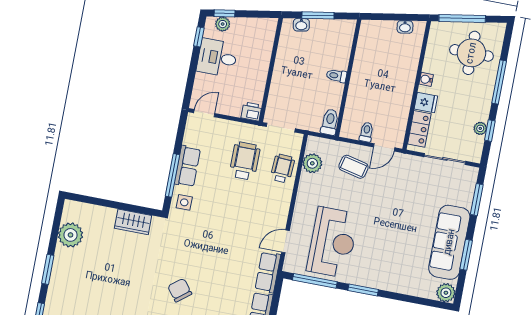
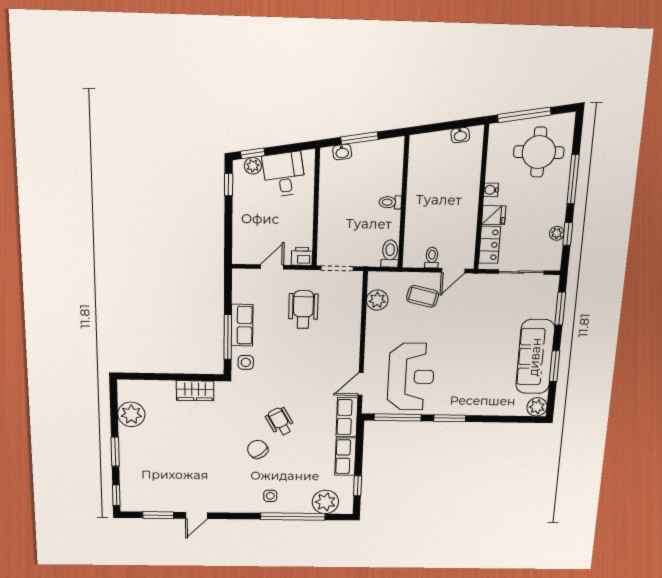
desk: (217, 58) -> (284, 174), moved, turned 80
door: (204, 113) -> (272, 267), moved
wheelchair: (283, 169) -> (280, 422), moved, turned -32

